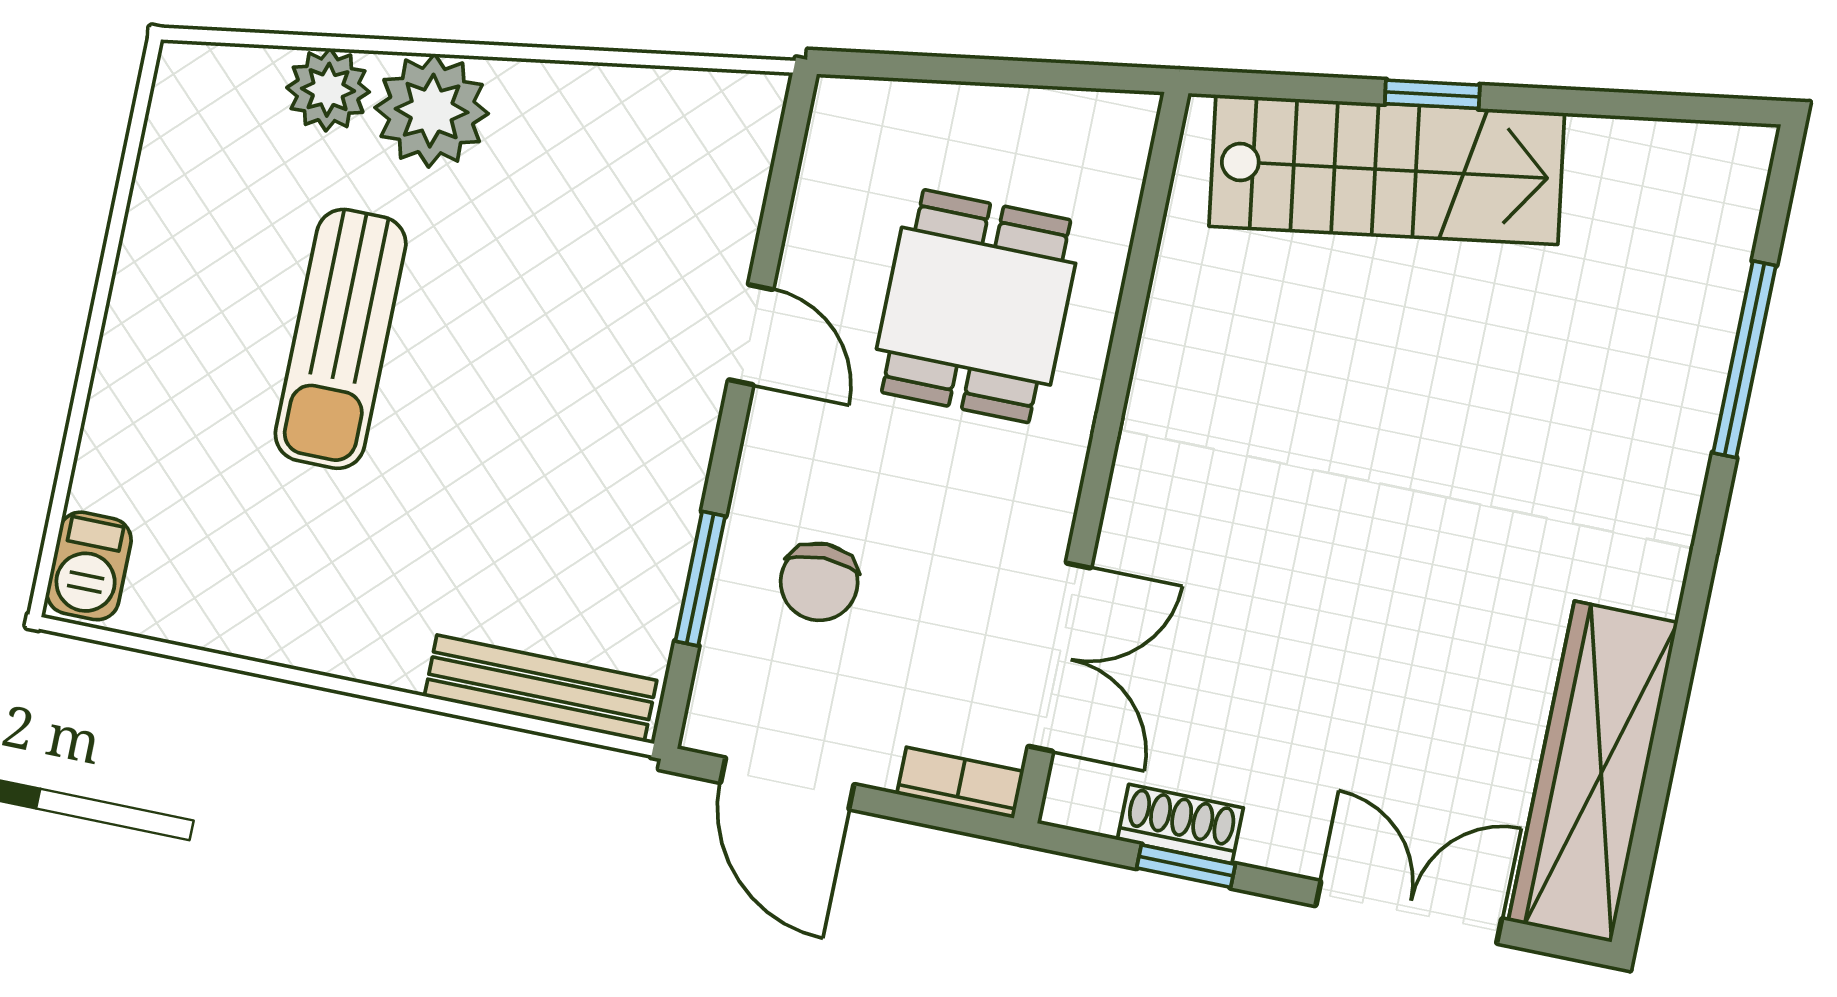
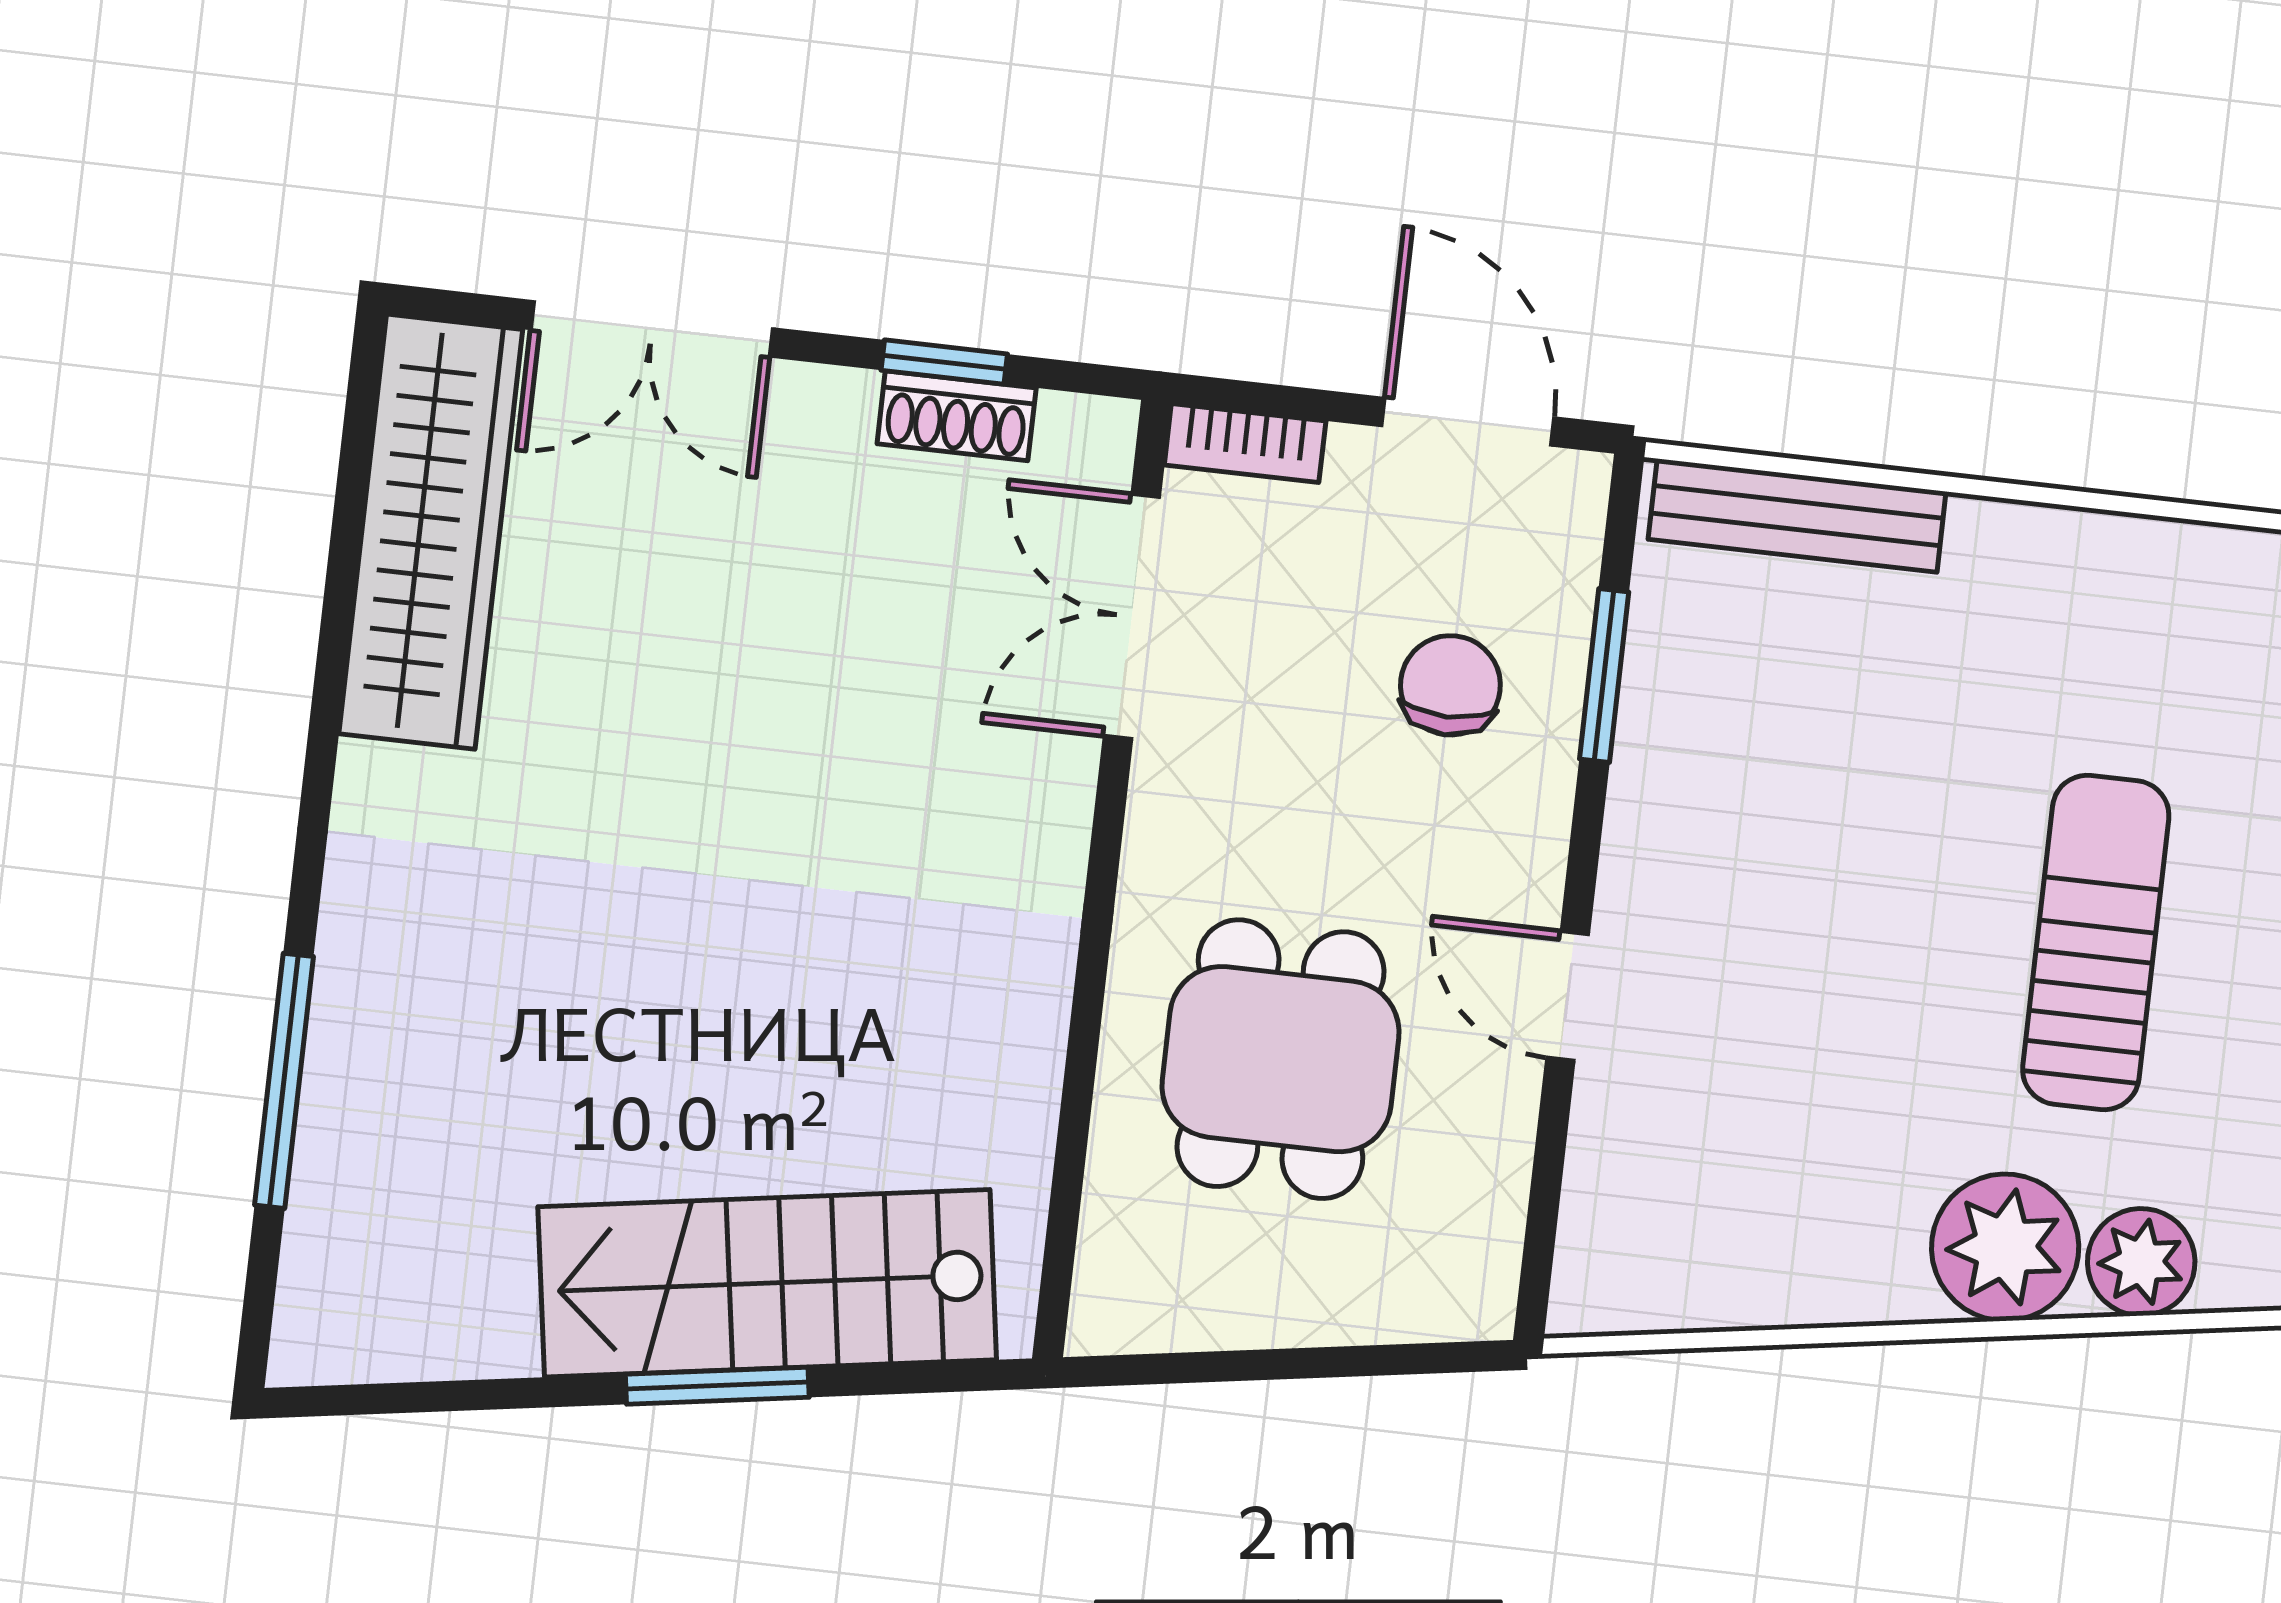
window: (1432, 94) -> (717, 1386), width x1.50

